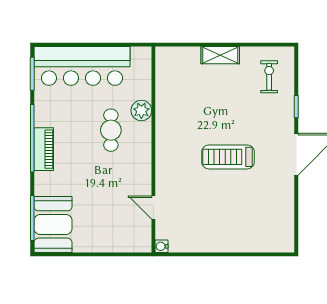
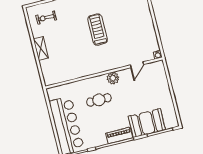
plant: (141, 111) -> (113, 78), moved
treadmill: (228, 157) -> (98, 30), turned 180
booth: (53, 224) -> (147, 123), moved

